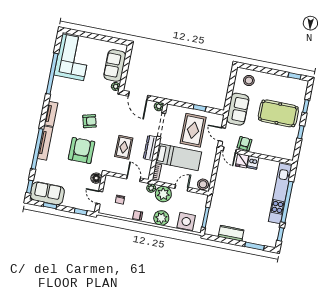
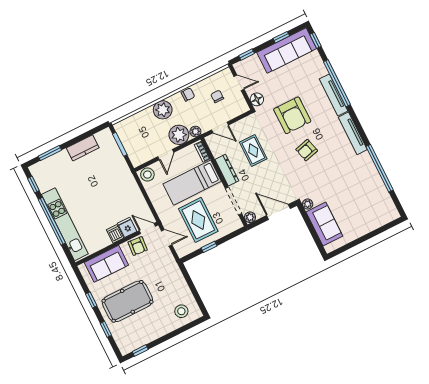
corner sofa: (73, 57) -> (372, 200), removed
sofa: (238, 109) -> (106, 264), moved, turned -90
tv unit: (51, 114) -> (353, 133), width x1.41
sofa: (47, 193) -> (287, 51), width x1.36
side table: (186, 221) -> (136, 125), removed

